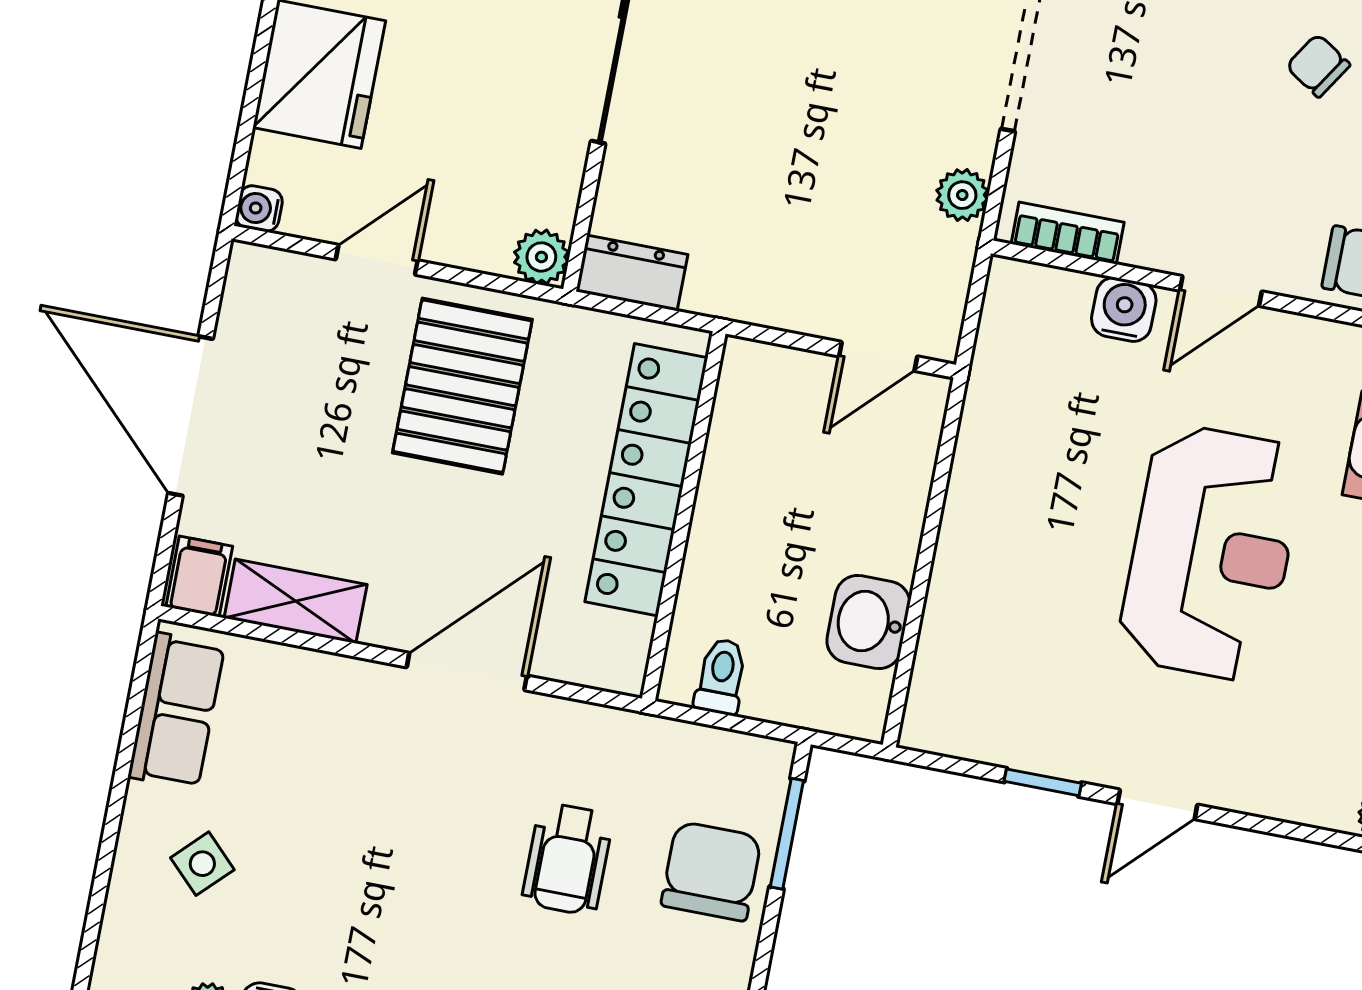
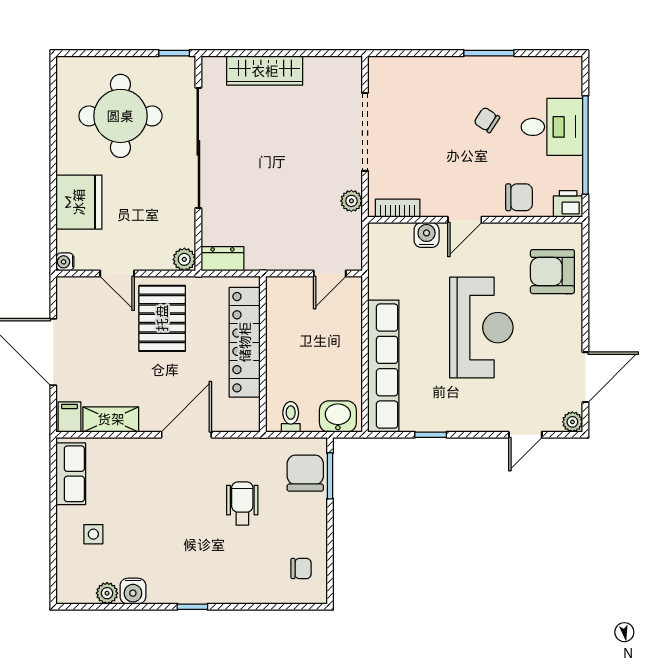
door: (377, 260) -> (117, 274), swing flipped
row of seats: (962, 599) -> (383, 366), added
washbasin: (868, 622) -> (338, 416), moved, turned 90
door: (1157, 804) -> (525, 435), moved
wheelchair: (567, 859) -> (242, 503), turned 180
side table: (202, 864) -> (93, 534), turned 45
chair: (711, 871) -> (305, 473), moved

